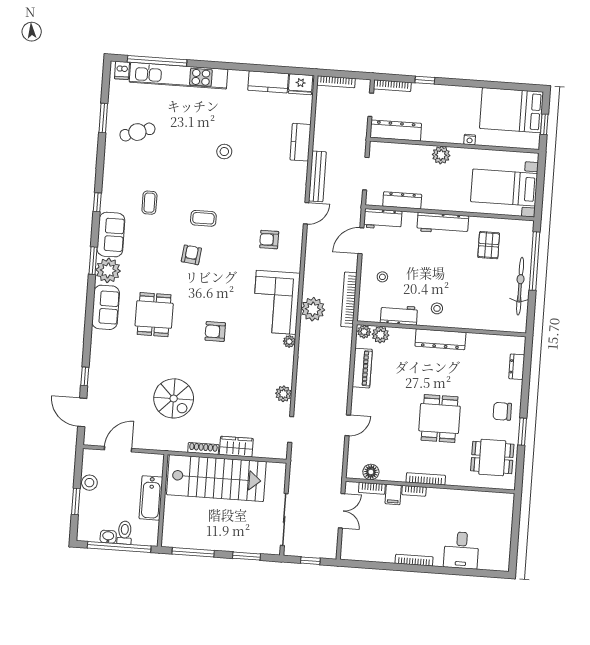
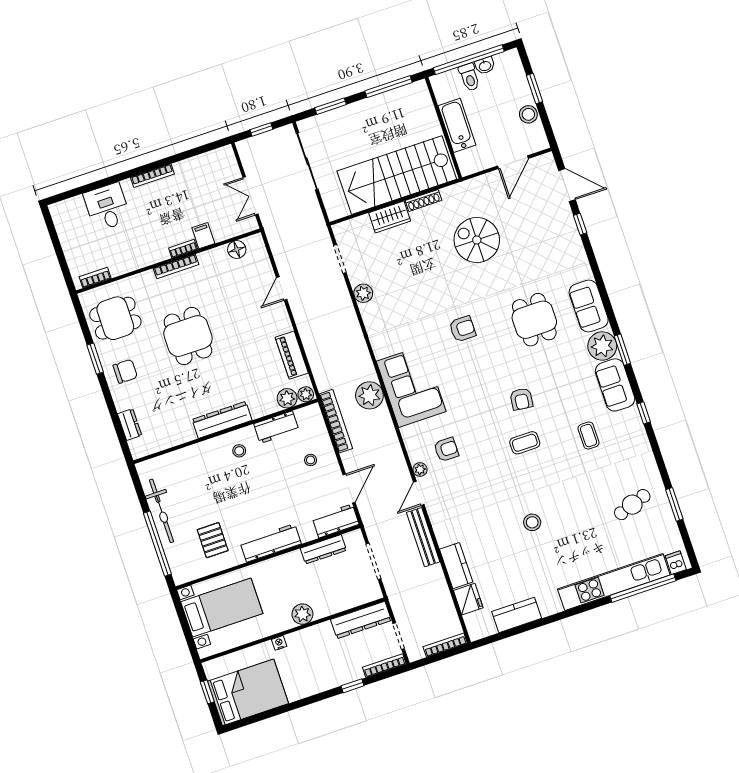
fridge: (301, 84) -> (468, 599), moved, turned 90
plant: (289, 341) -> (420, 470), moved
bookcase: (372, 488) -> (95, 278), moved

